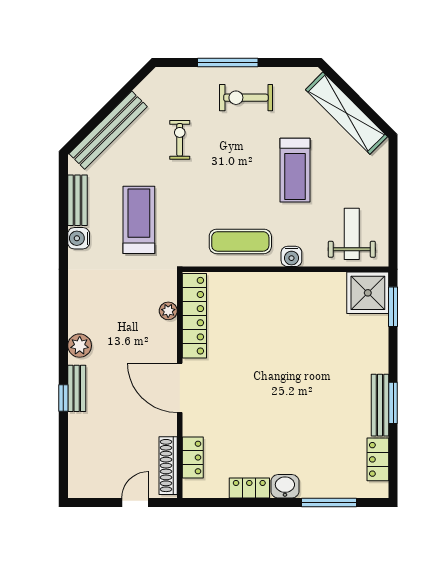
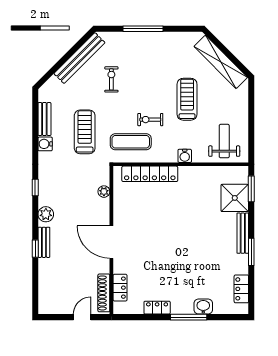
exercise bike: (246, 98) -> (150, 120), moved, width x0.73, depth x0.72
bench: (108, 130) -> (79, 58), moved
treadmill: (295, 170) -> (187, 99), turned 180
exercise mat: (240, 241) -> (131, 142), moved
shower: (368, 293) -> (235, 198), moved
window: (63, 305) -> (35, 188), added
locker: (194, 316) -> (150, 174), moved, turned 90
bench: (380, 405) -> (243, 233), moved
washbasin: (285, 486) -> (203, 307), moved
window: (329, 502) -> (189, 317), moved

